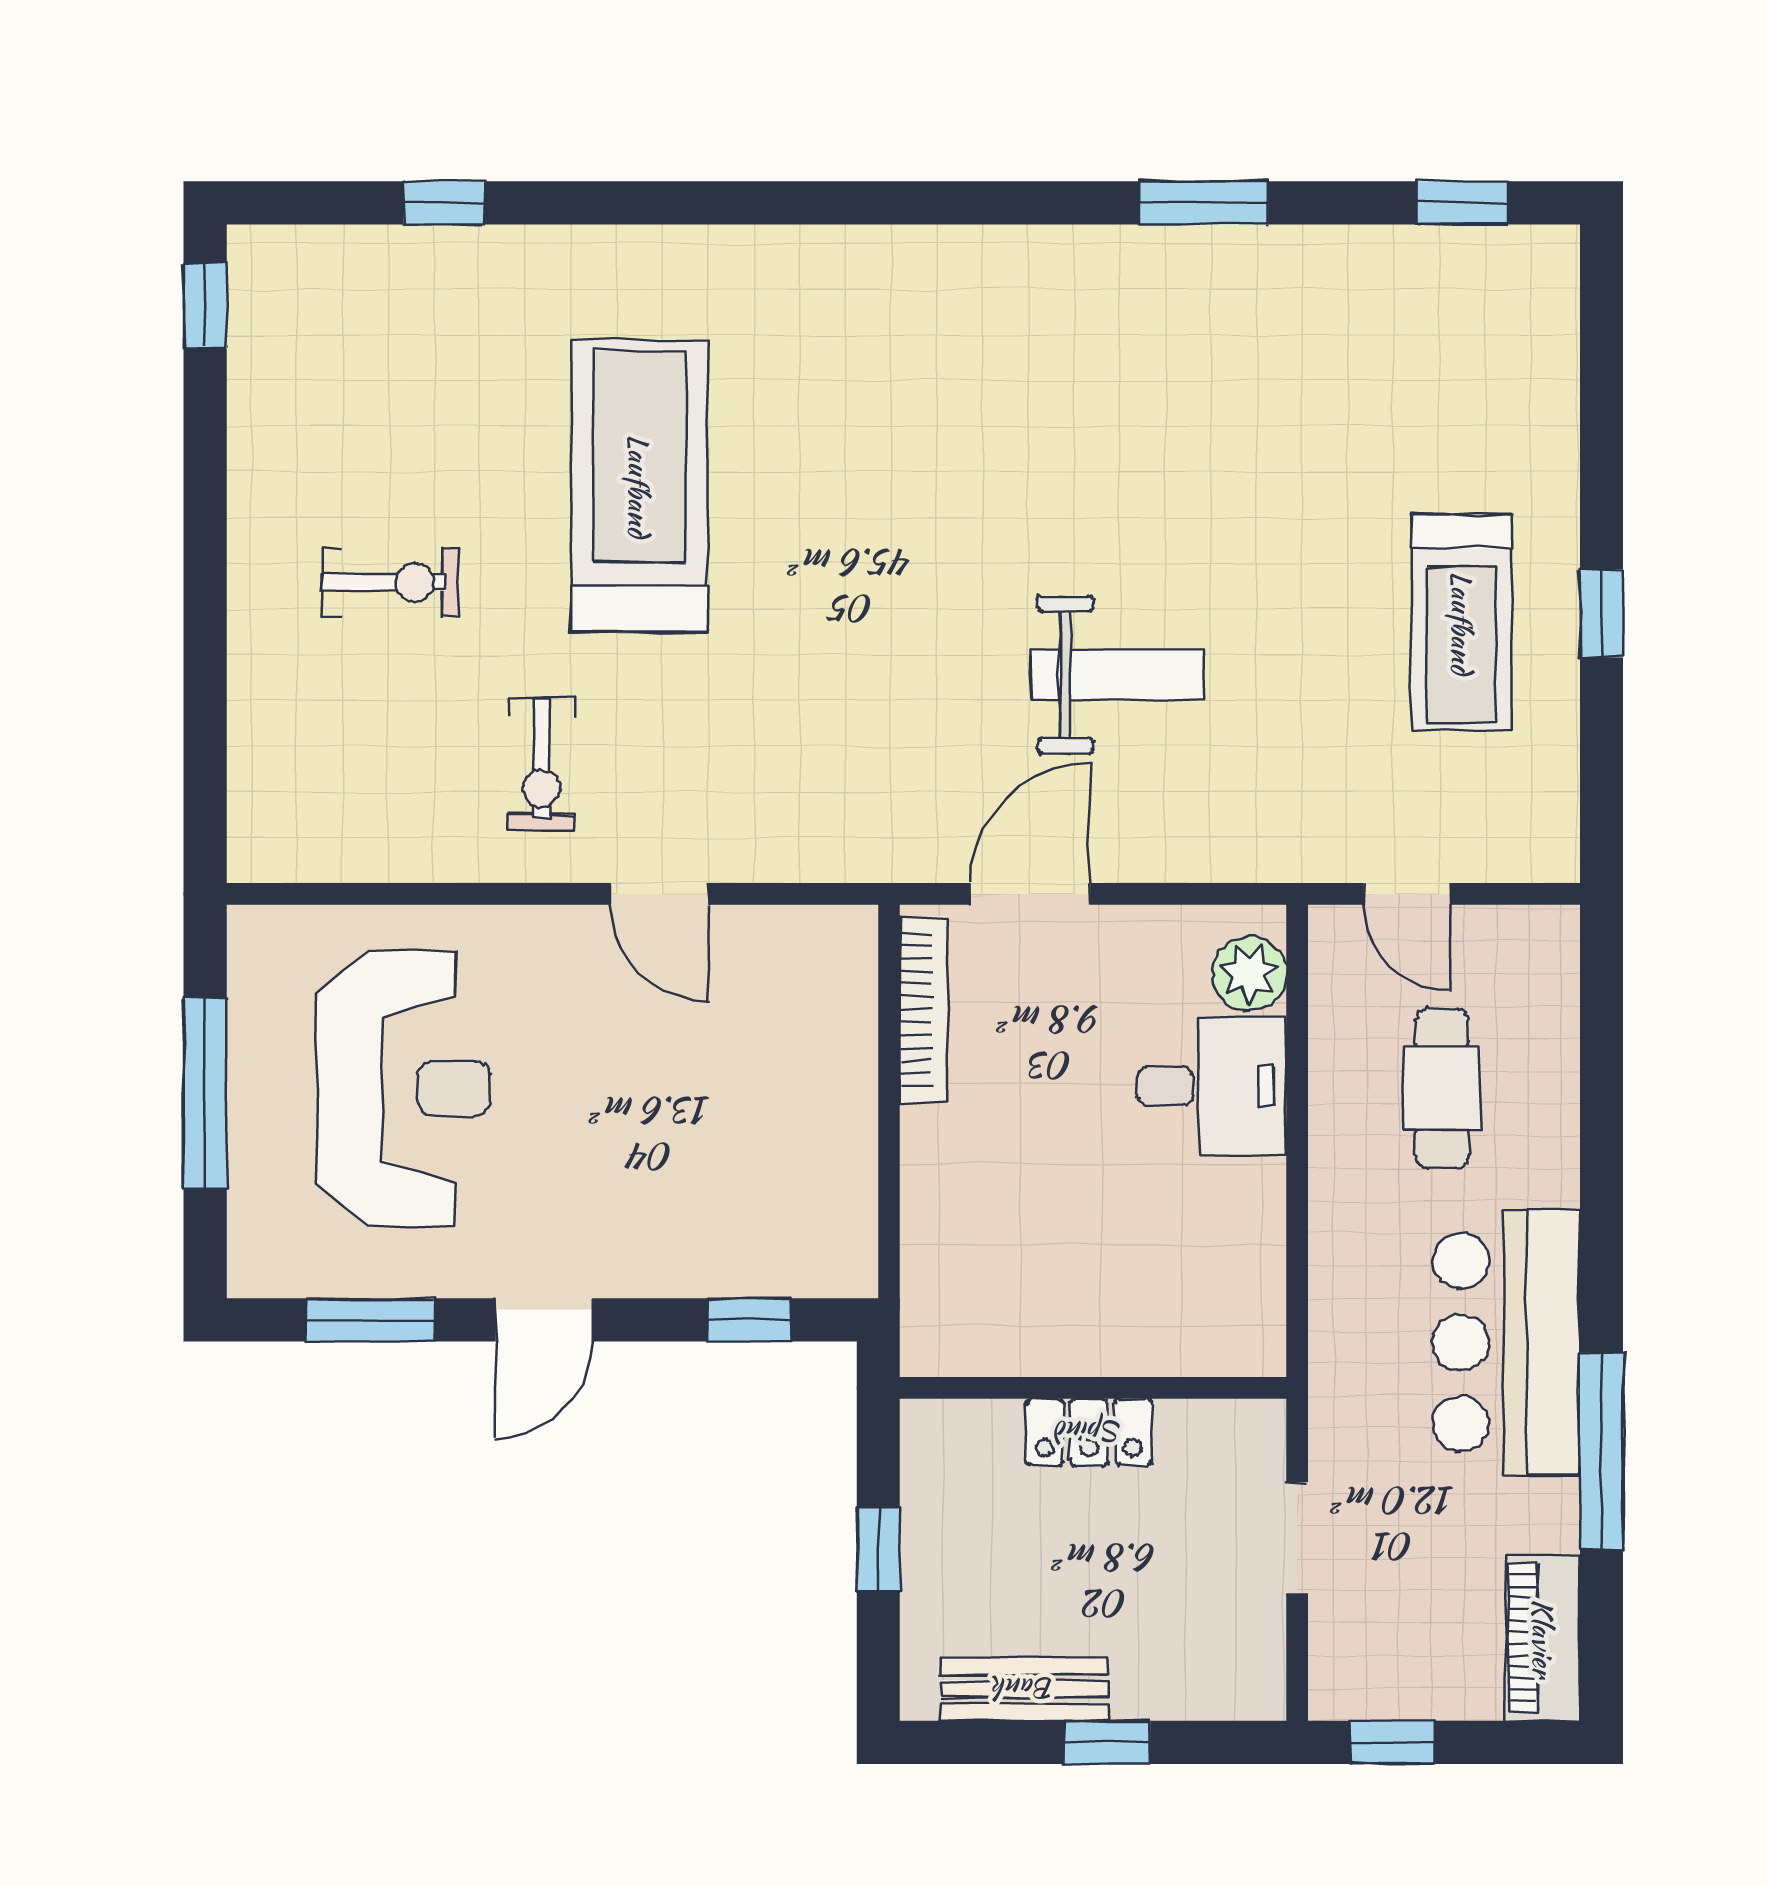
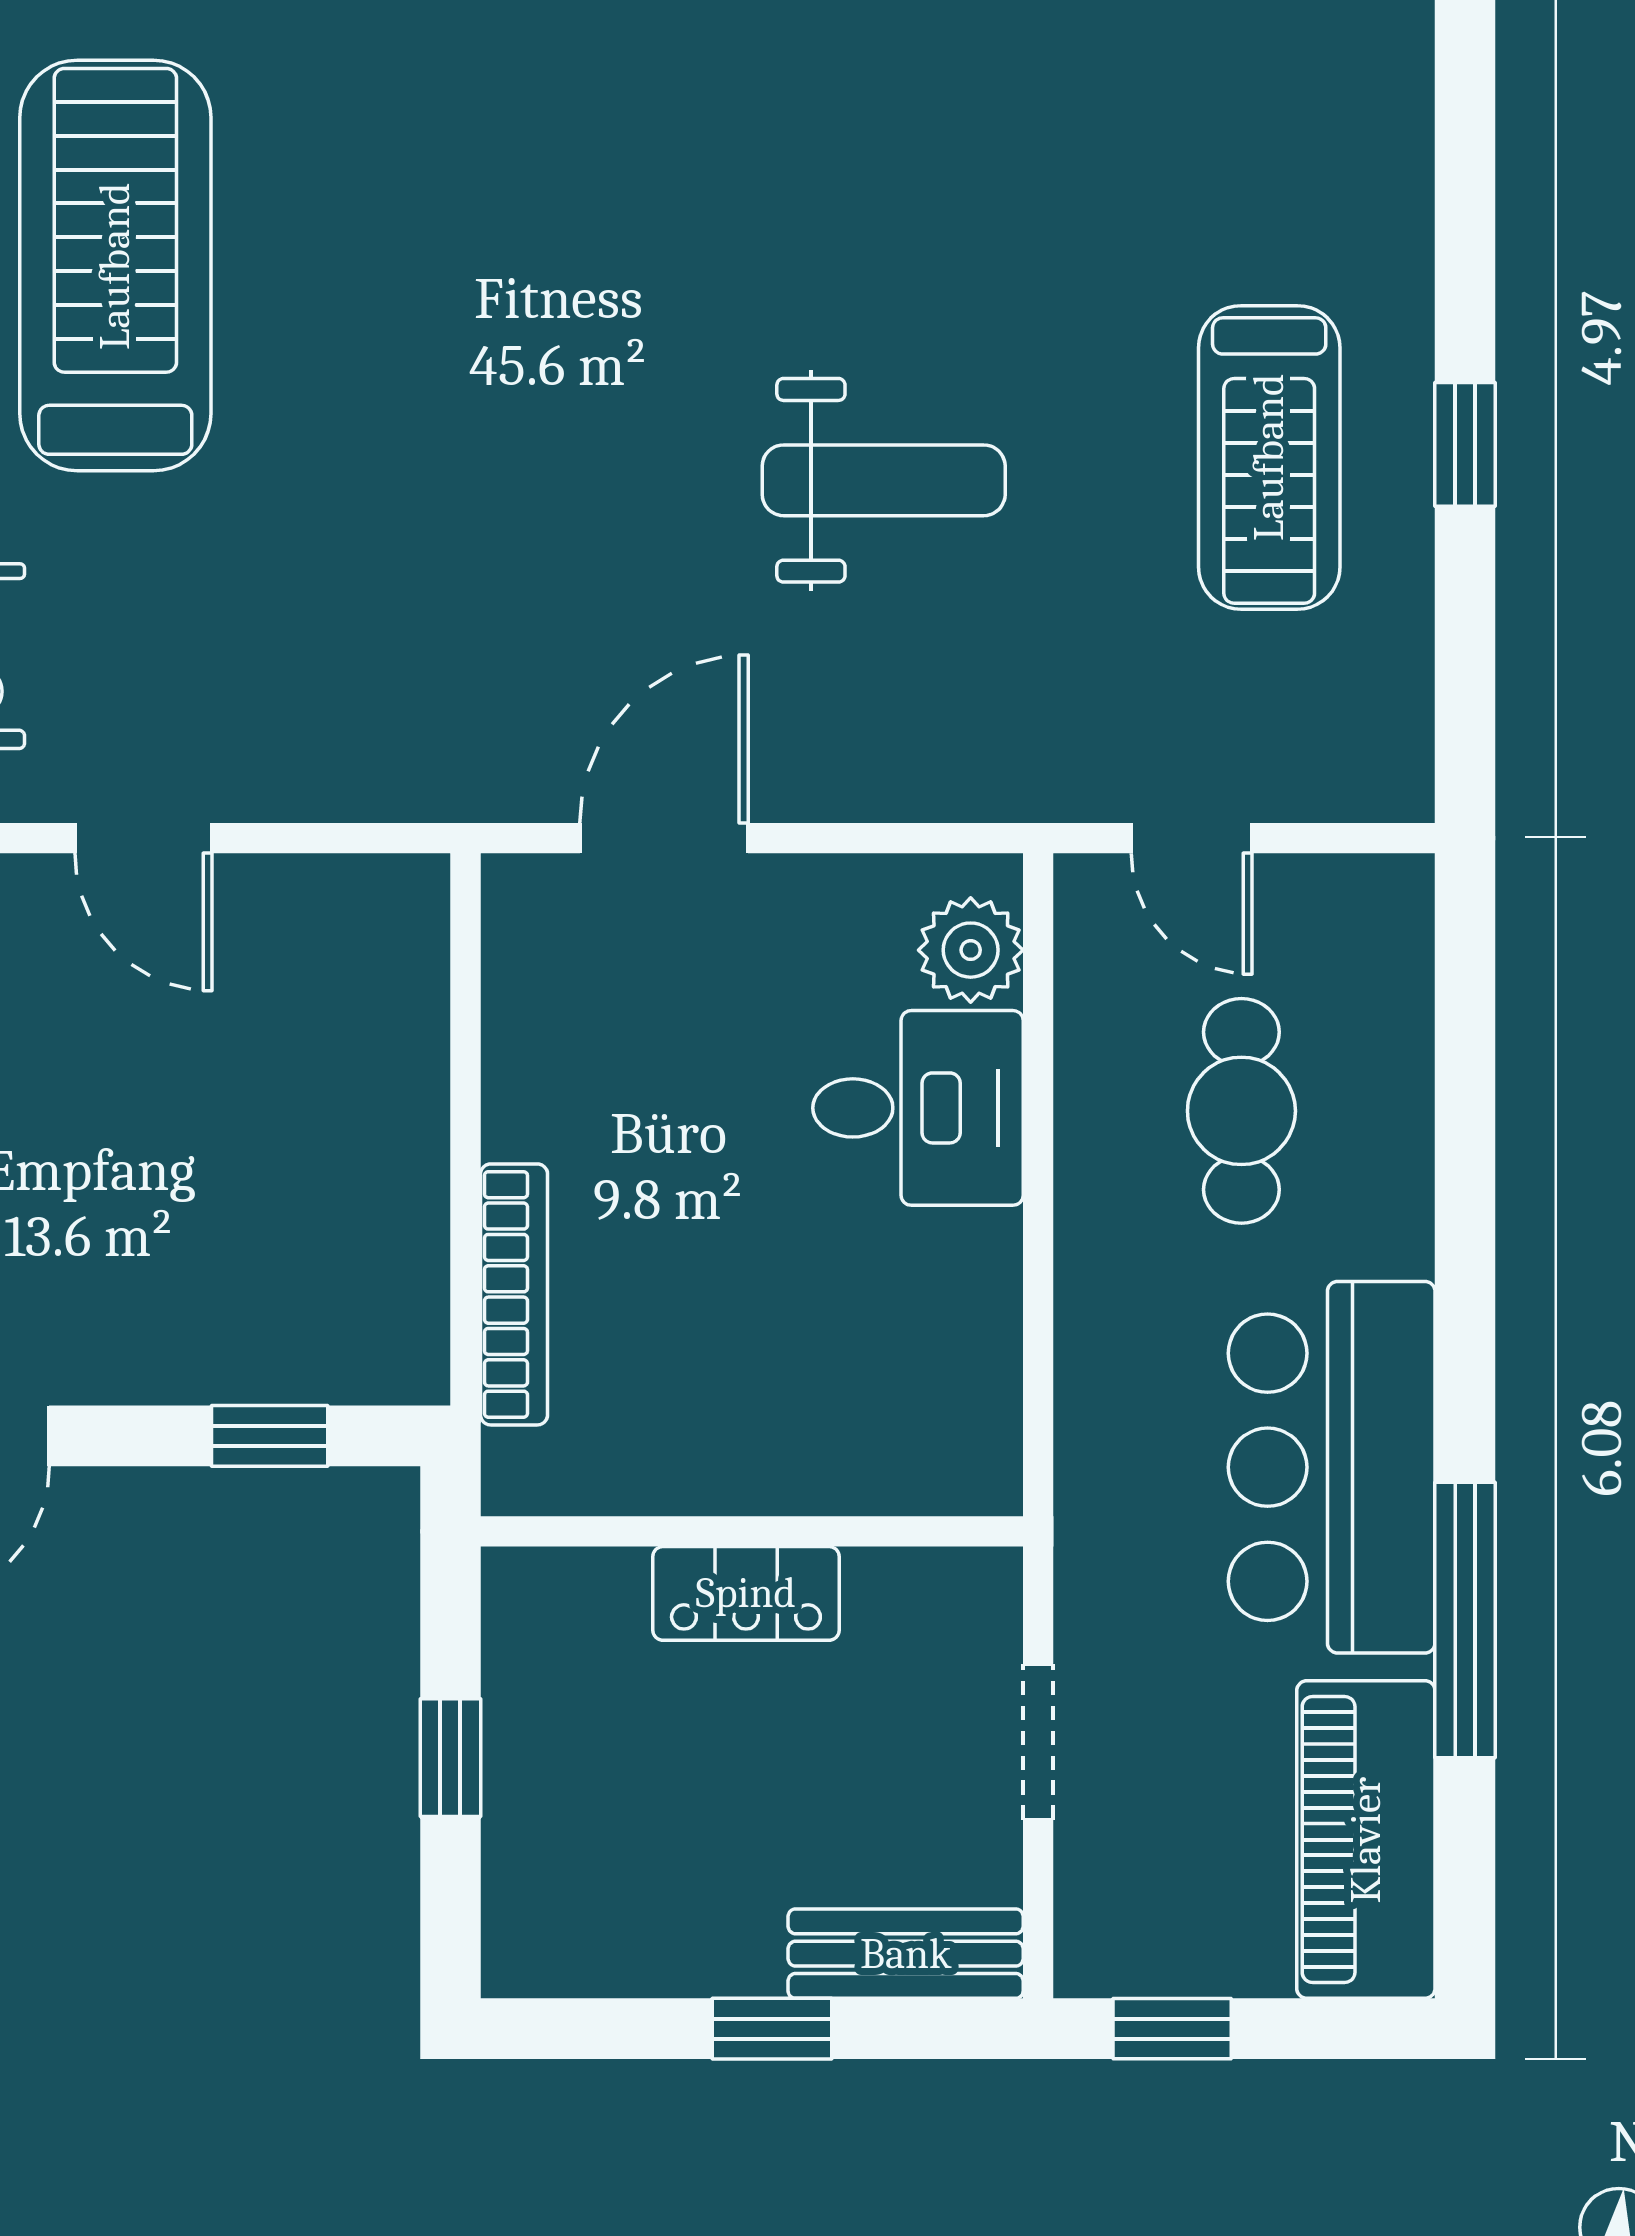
weight bench: (1117, 675) -> (884, 480), moved
bookcase: (924, 1009) -> (514, 1294), moved
piano: (1543, 1638) -> (1366, 1840), width x1.37, depth x1.33
bench: (1024, 1689) -> (906, 1954), moved

